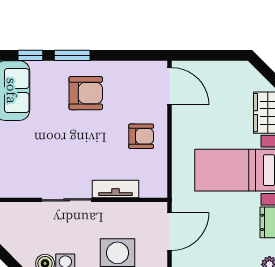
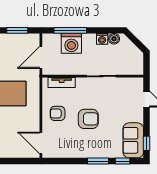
armchair: (86, 93) -> (88, 119), moved, turned 180
tv unit: (116, 189) -> (62, 82), moved

